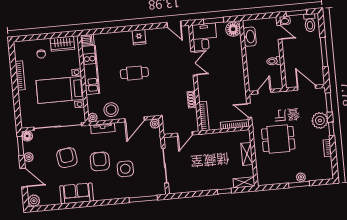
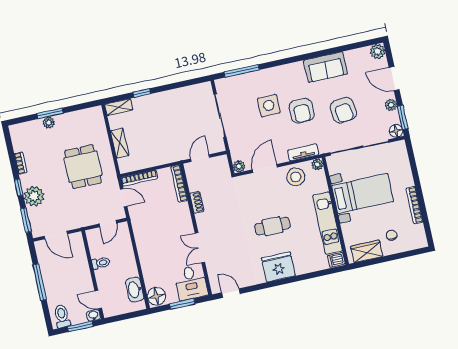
fridge: (139, 37) -> (278, 267), width x1.88, depth x1.34
dining table: (278, 139) -> (83, 167), turned 90

